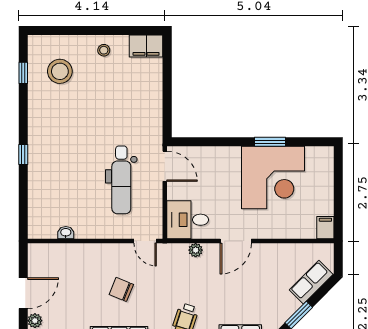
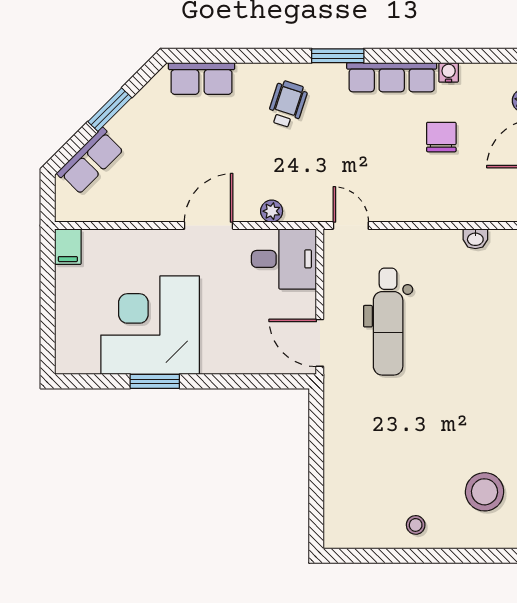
filing cabinet: (146, 46) -> (349, 531), removed
dental chair: (121, 180) -> (388, 322), turned 180
chair: (121, 289) -> (441, 137), moved, turned -112

